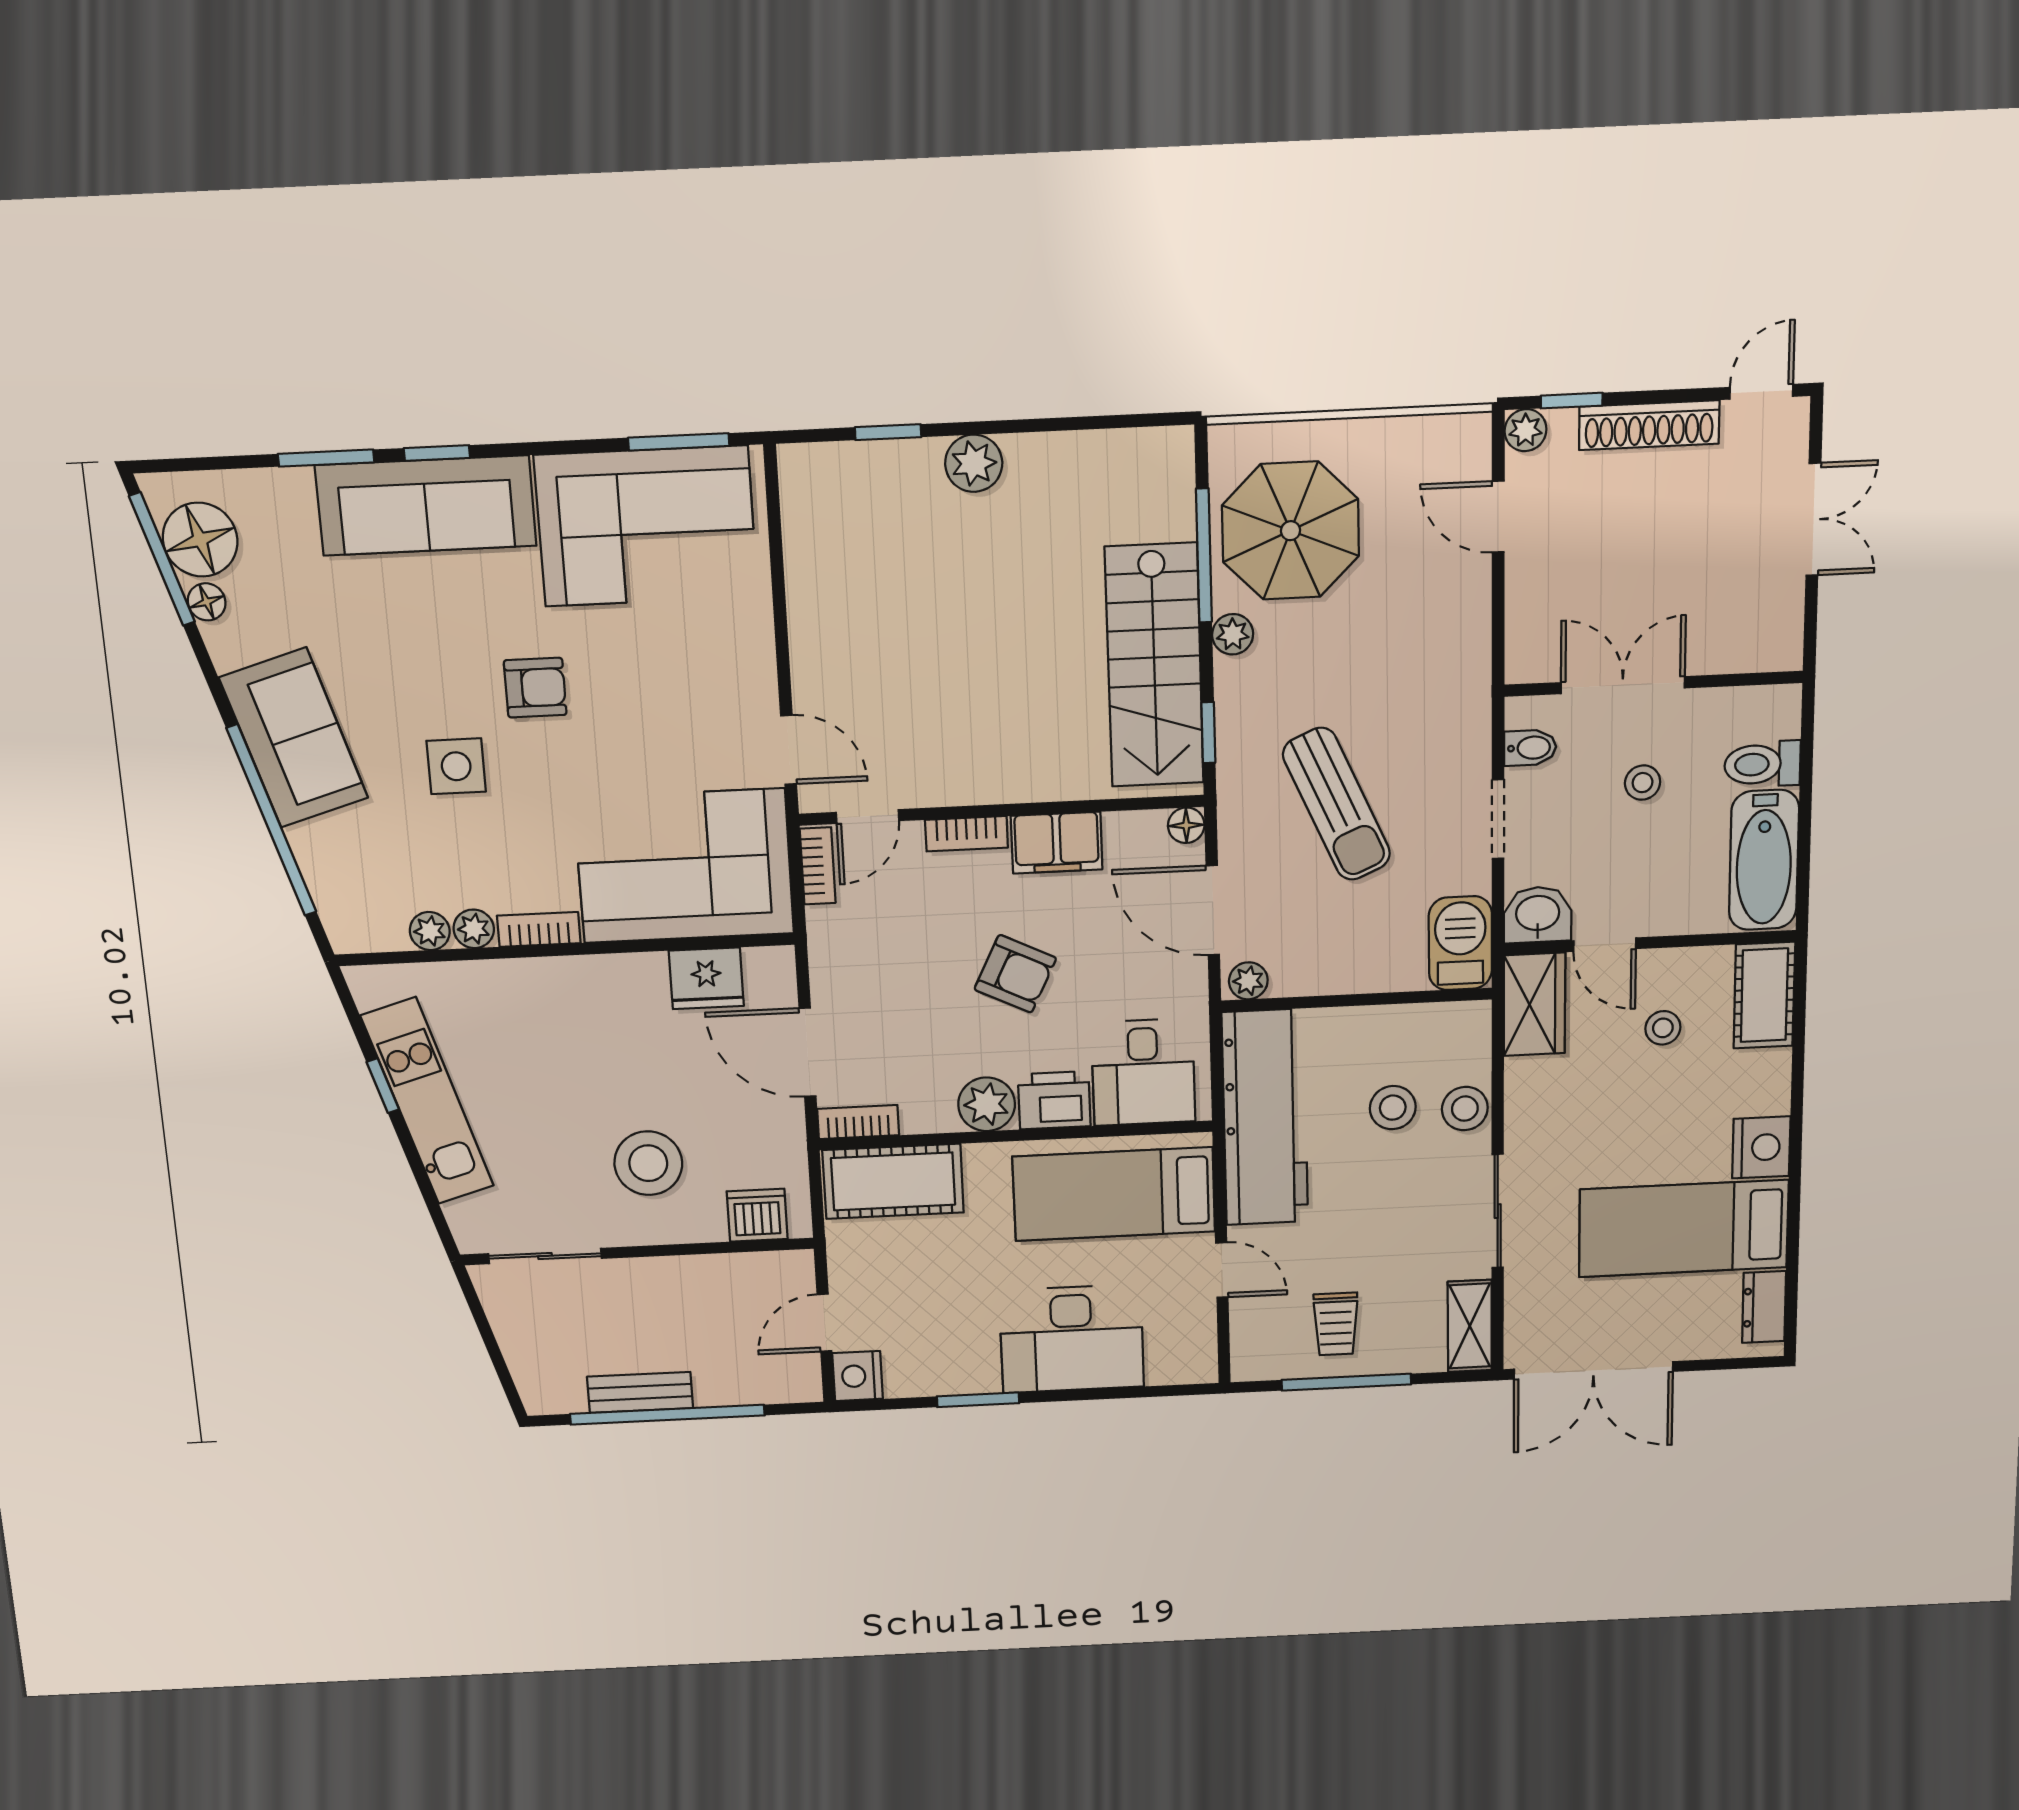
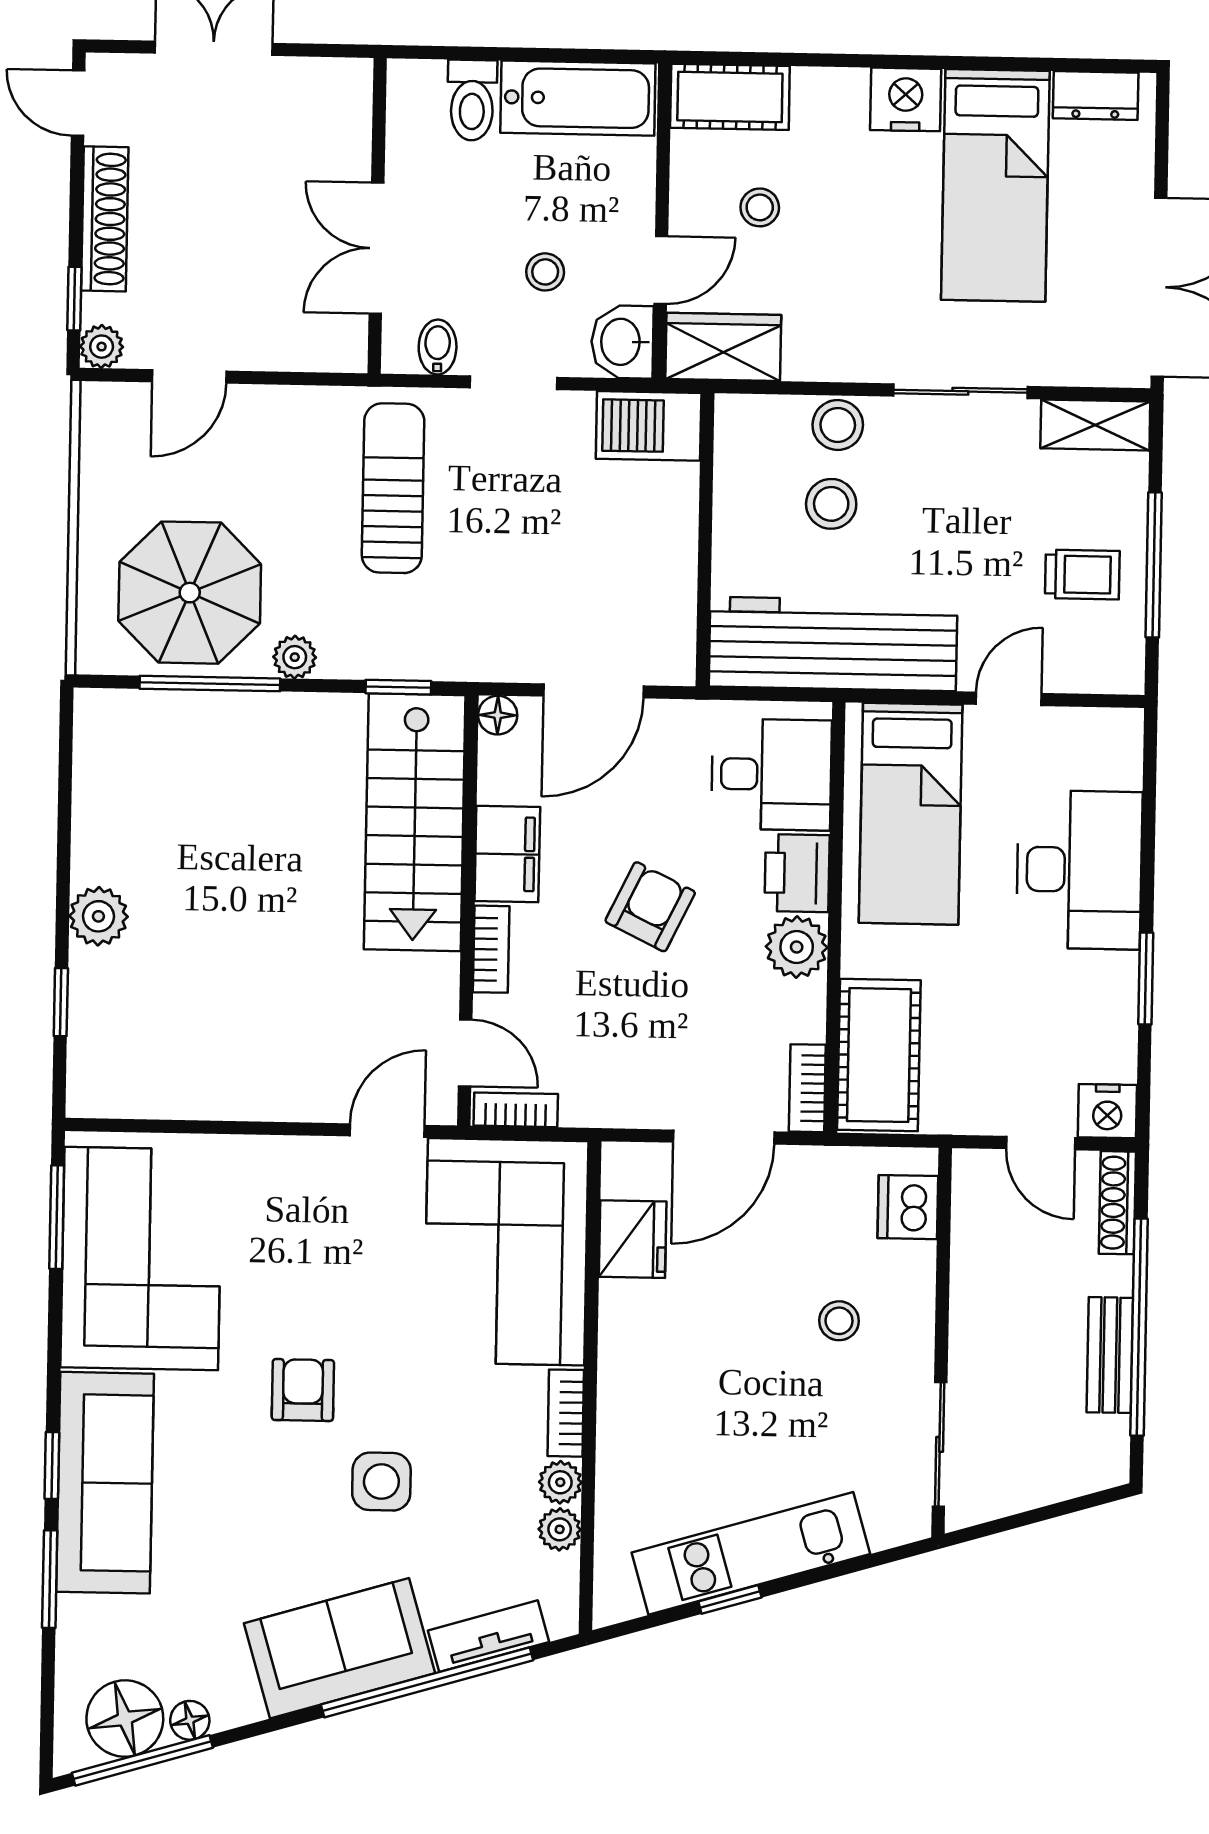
stairs: (1154, 666) -> (415, 822), moved, turned 90
stool: (1643, 783) -> (545, 272), moved
sun lounger: (1337, 804) -> (393, 488), moved, turned -66
tv unit: (322, 874) -> (488, 1636), added
plant: (1248, 981) -> (675, 656), removed
stool: (648, 1163) -> (839, 1321), width x0.53, depth x0.53
shoe rack: (777, 1390) -> (1117, 1203), added

